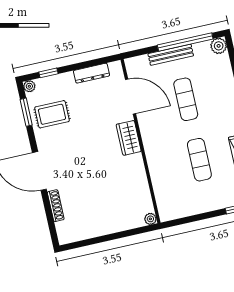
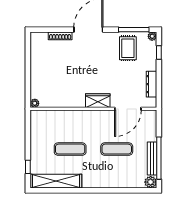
bench: (171, 55) -> (152, 159), moved
window: (26, 112) -> (134, 30), width x1.44

